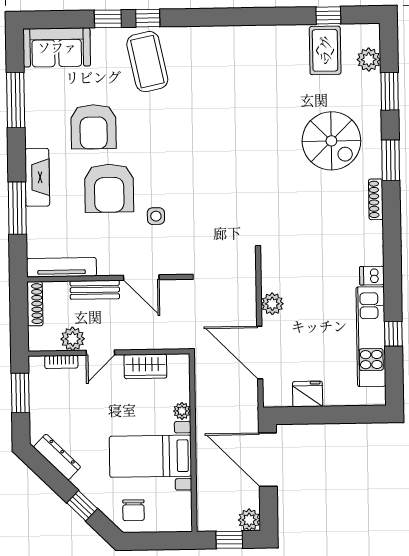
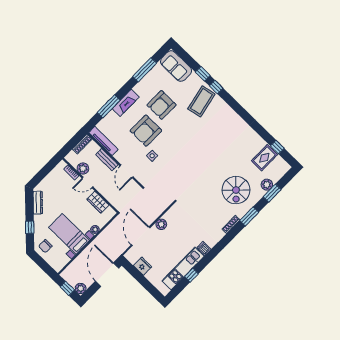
plant: (369, 60) -> (267, 185), moved
window: (20, 393) -> (47, 169), removed

